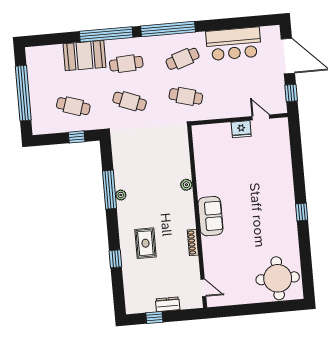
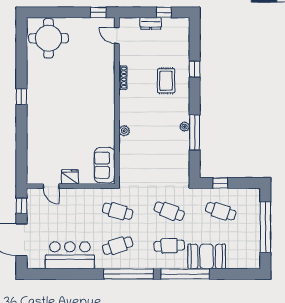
sofa: (211, 216) -> (105, 165), moved
window: (226, 311) -> (98, 12), added

